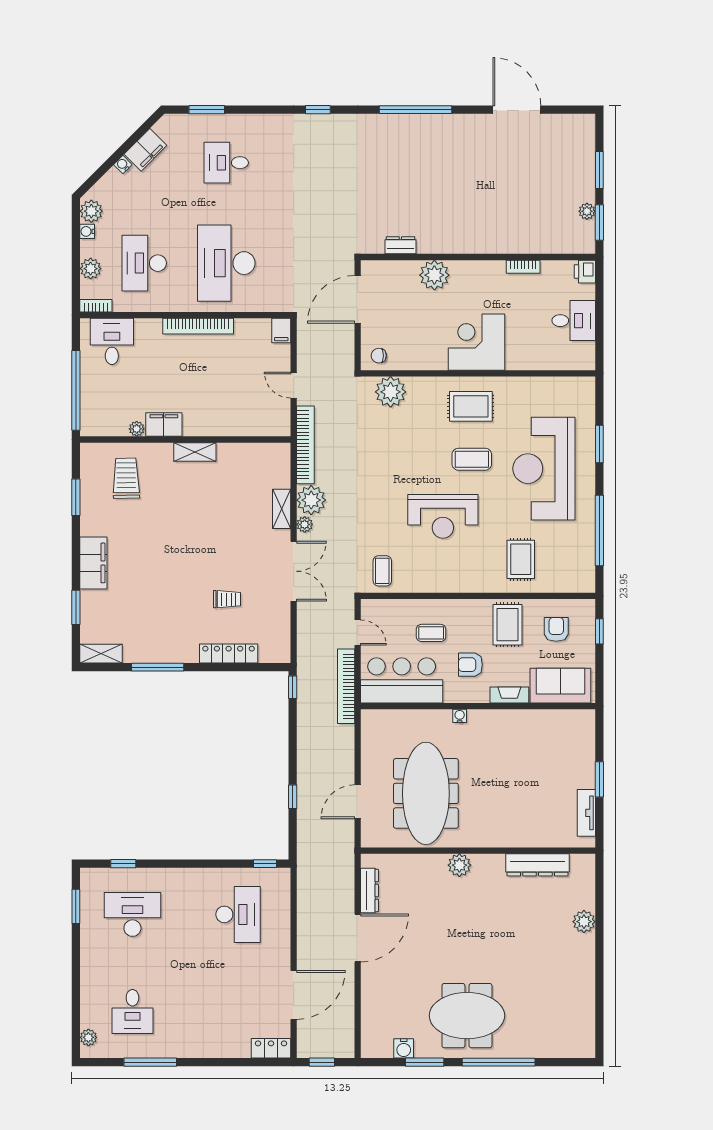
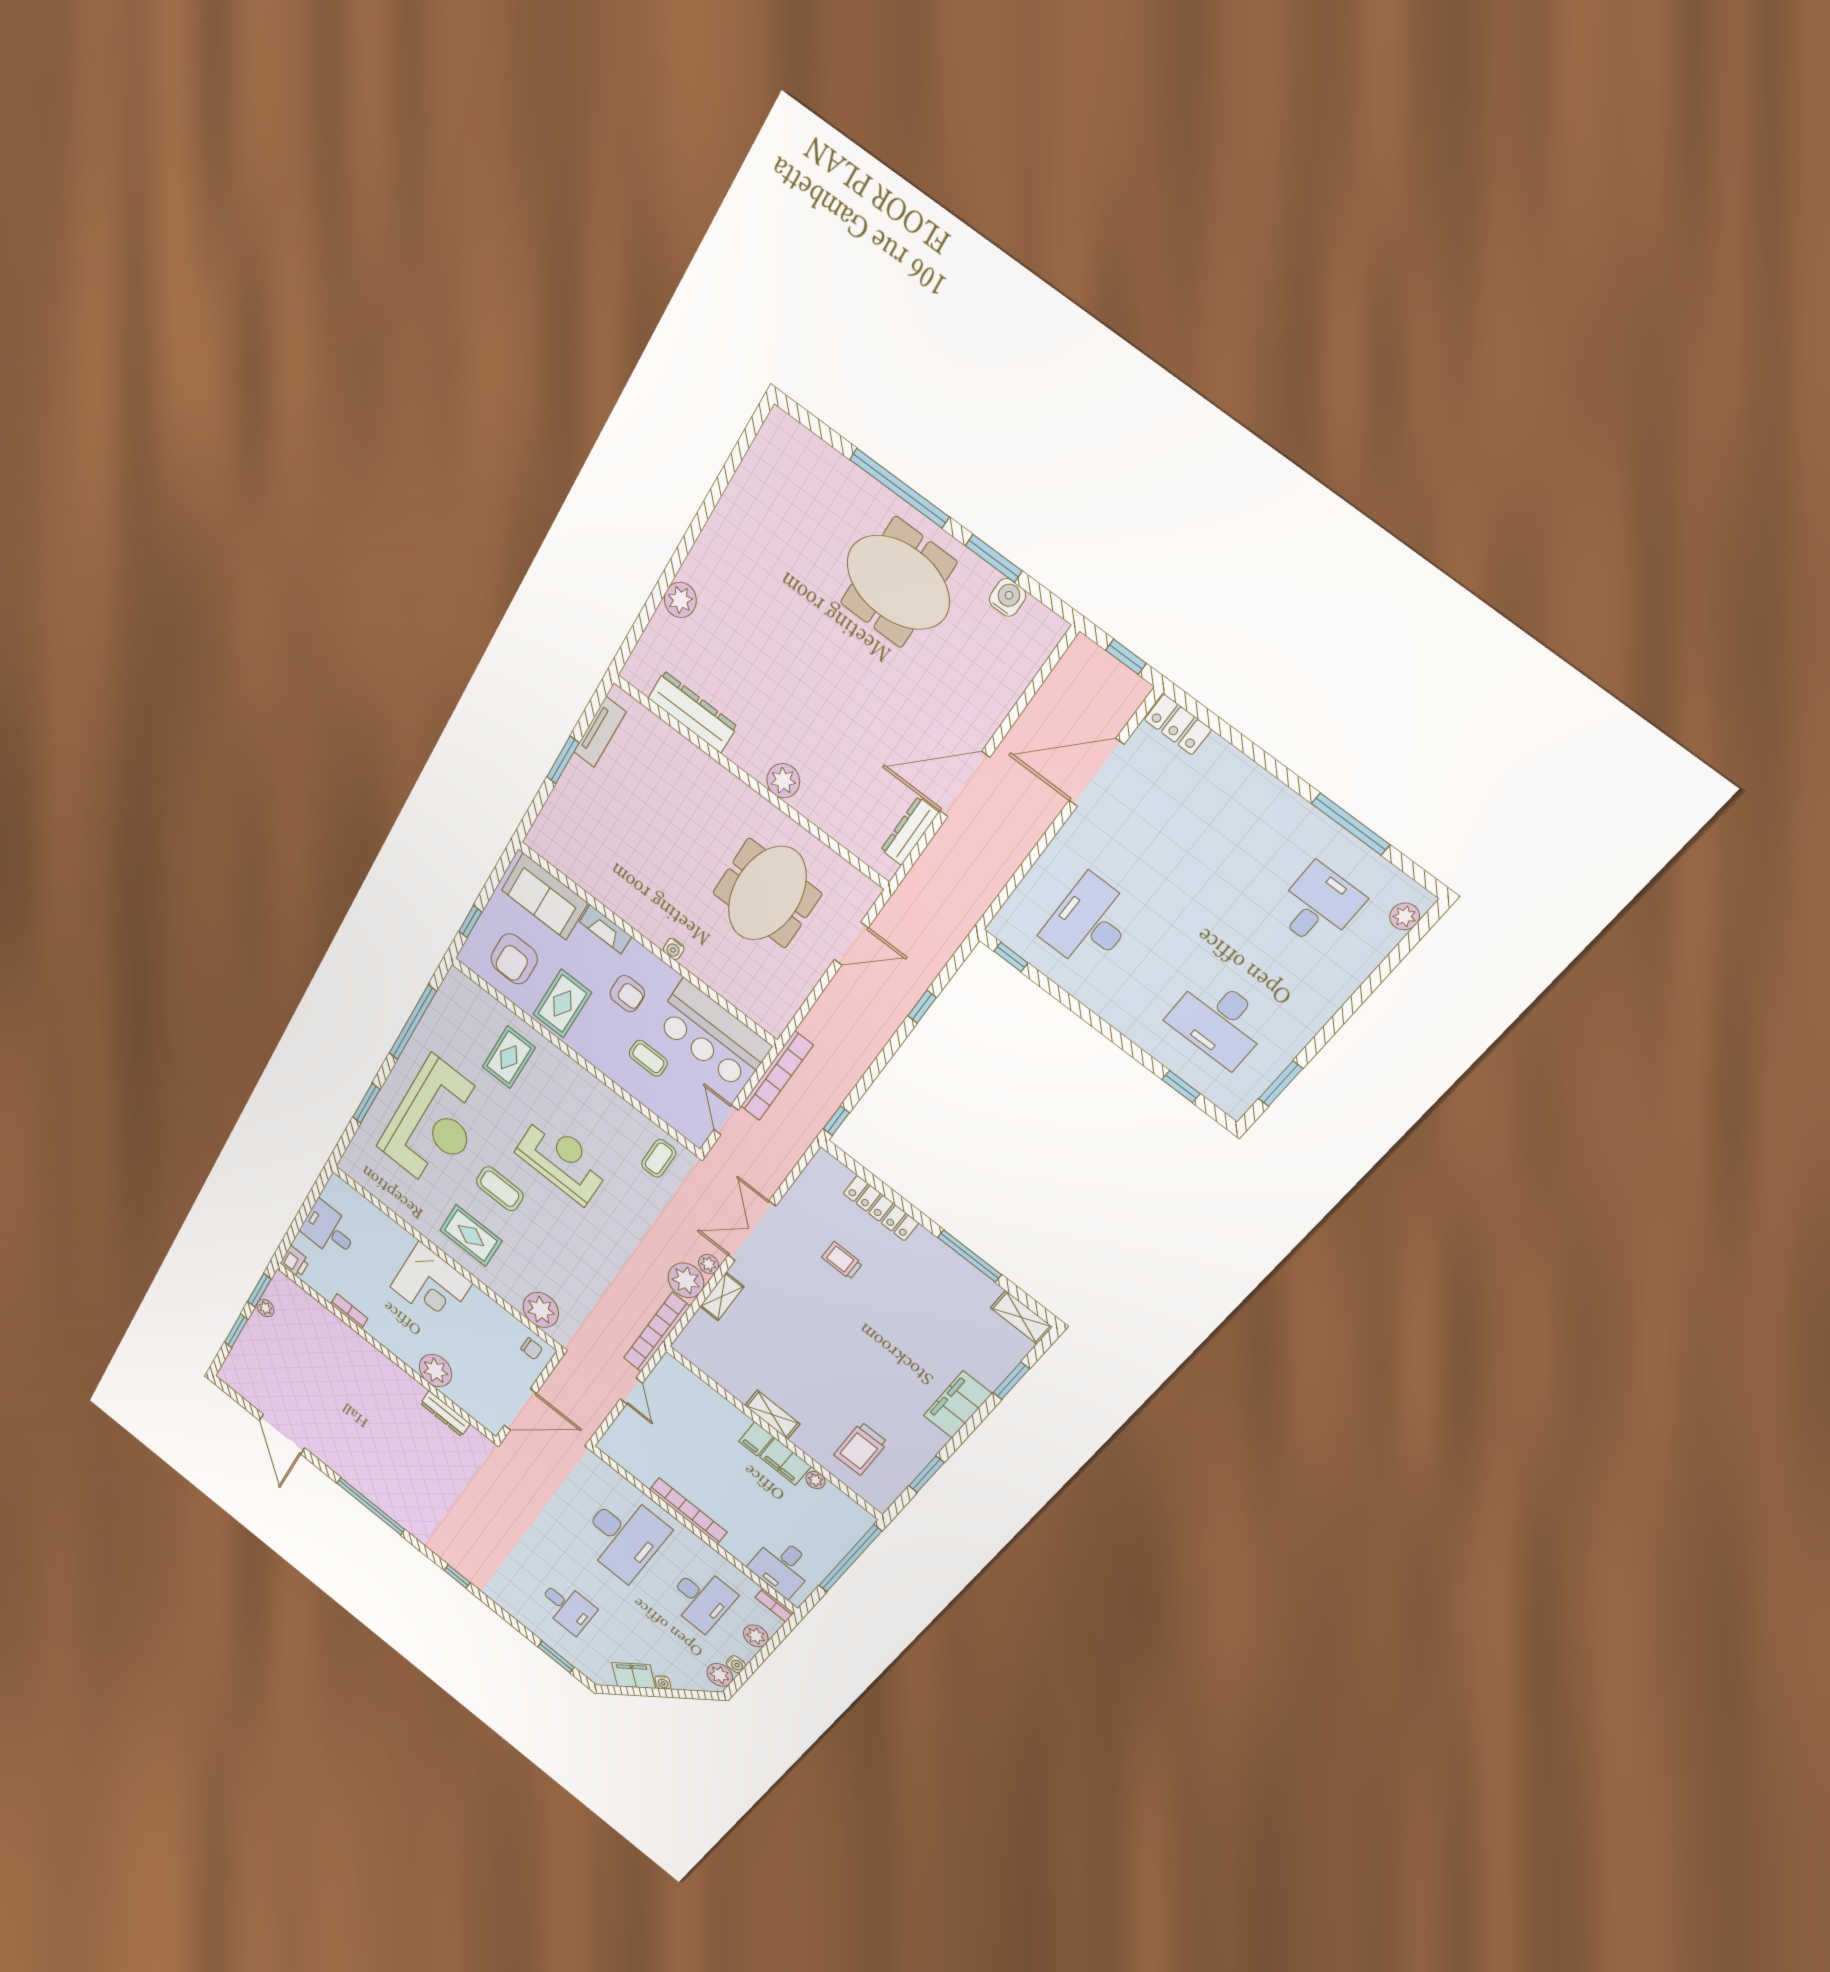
dresser: (400, 245) -> (445, 1414), width x1.44
filing cabinet: (281, 331) -> (756, 1439), moved, turned 180
armchair: (556, 629) -> (514, 959), width x1.38, depth x1.38
meeting table: (426, 793) -> (767, 893), width x0.73

